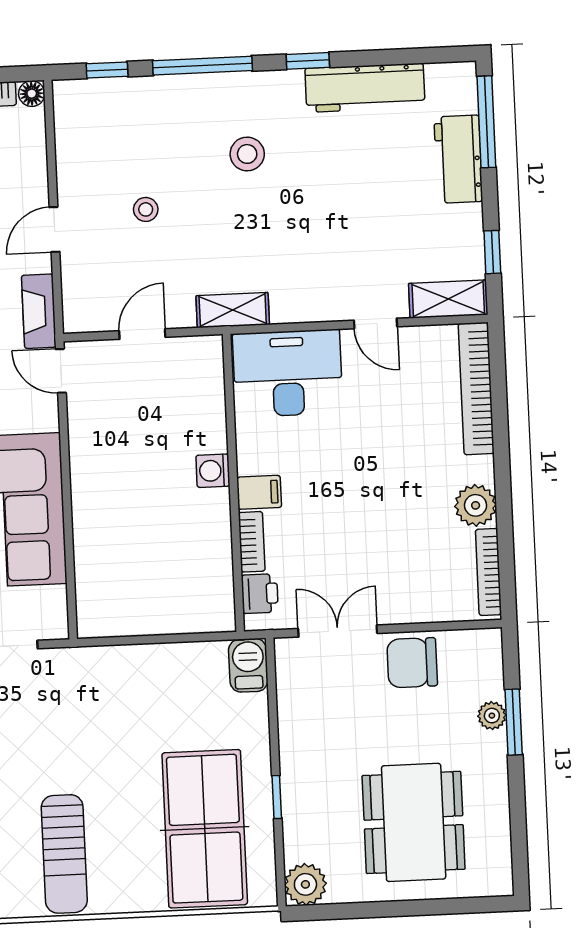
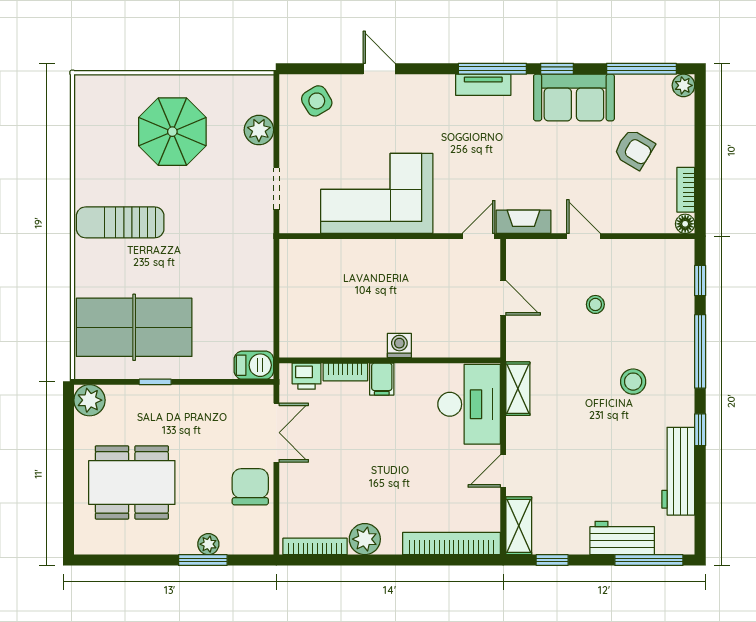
shelving: (233, 310) -> (518, 389), moved

